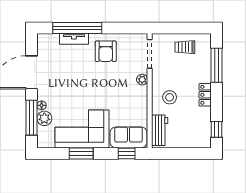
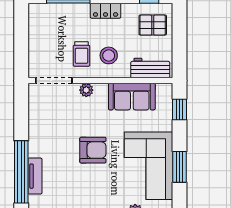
trolley: (185, 47) -> (81, 54), moved
armchair: (106, 51) -> (93, 150), moved
pallet: (194, 132) -> (153, 25), added
sofa: (128, 137) -> (132, 97), moved, turned -90

